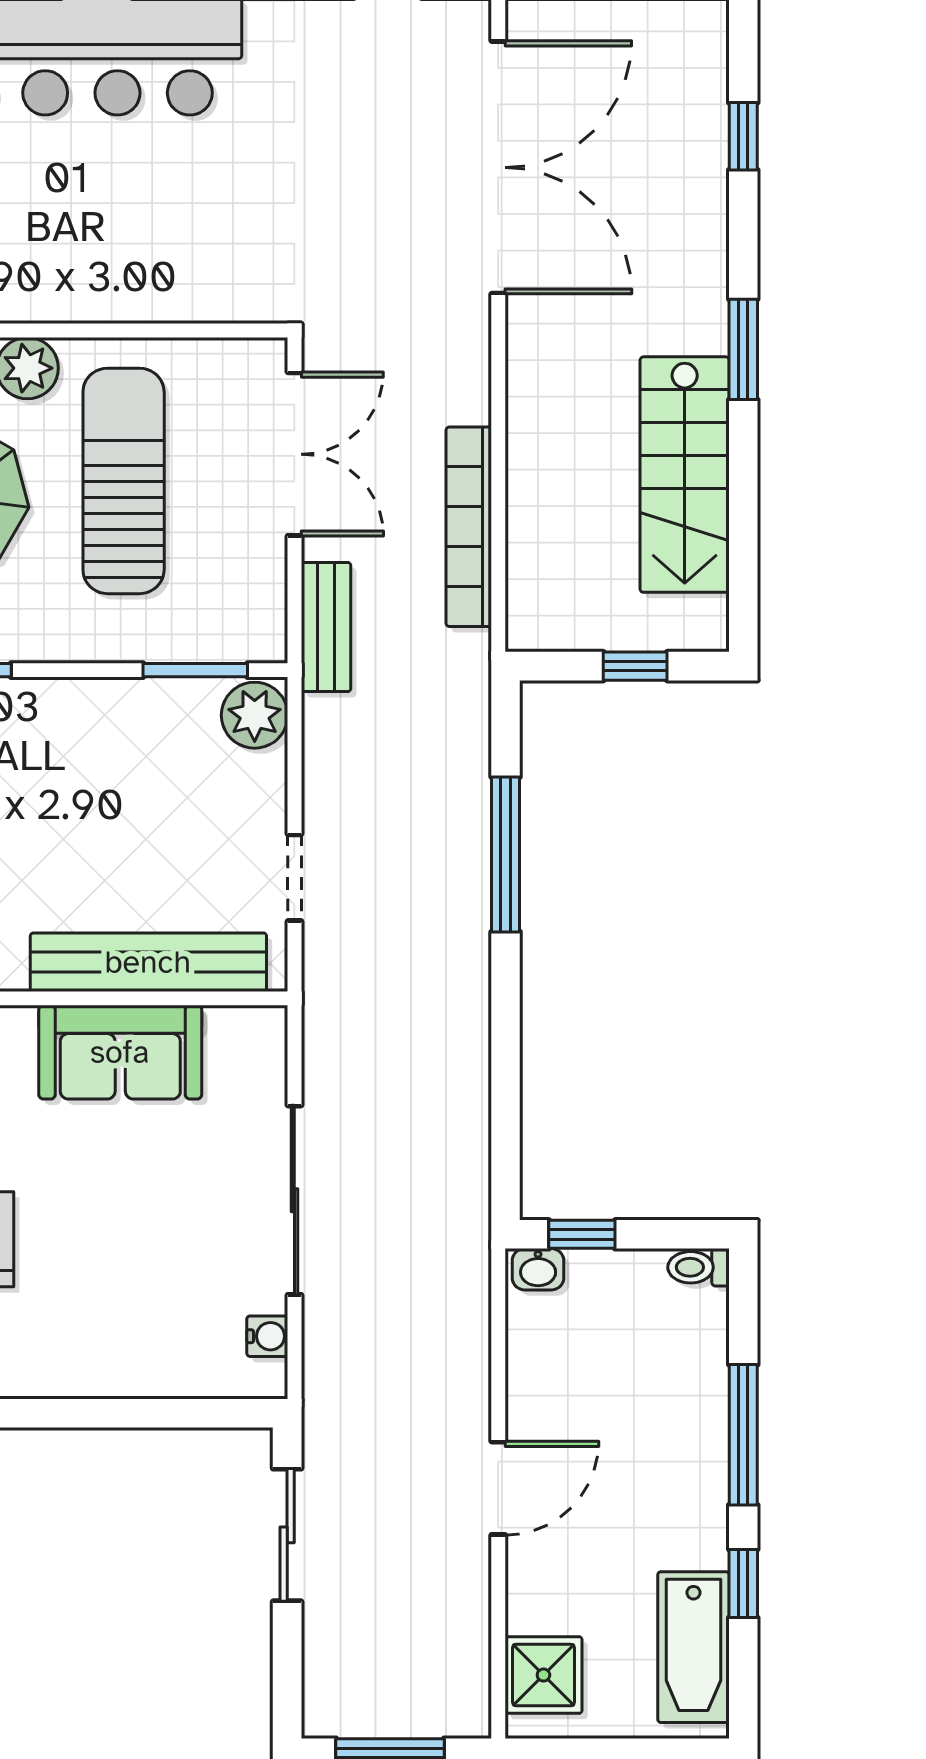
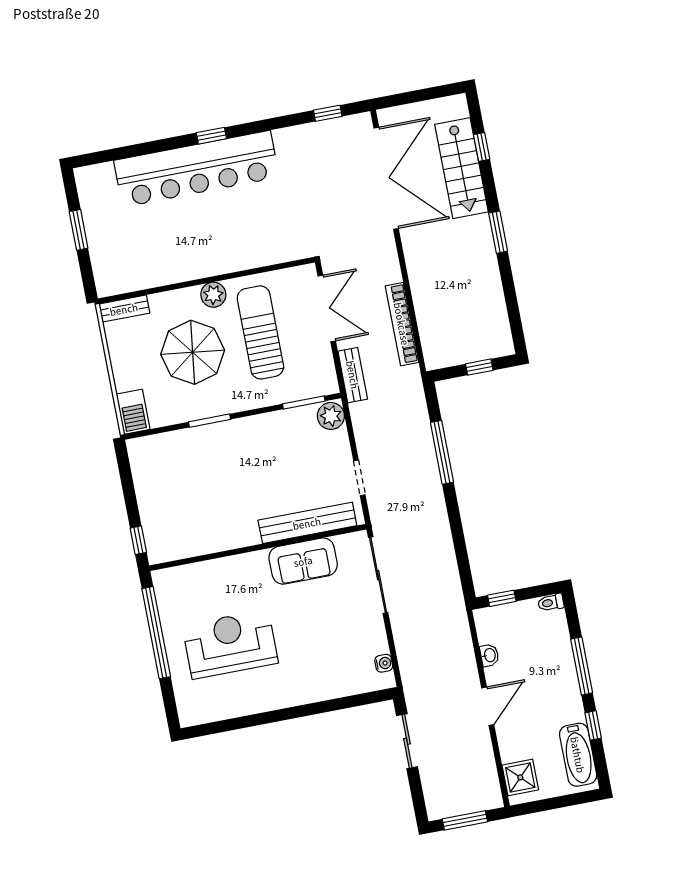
stairs: (685, 475) -> (461, 168), moved
sliding door: (294, 1200) -> (378, 575), moved
washbasin: (538, 1269) -> (489, 655), moved, turned -90

